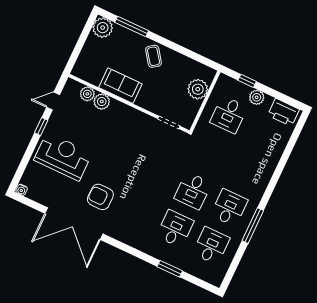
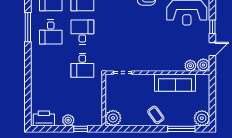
sofa: (120, 86) -> (175, 83), width x1.36
plant: (198, 89) -> (113, 118), moved
plant: (102, 102) -> (203, 65), moved
desk: (229, 115) -> (82, 65), moved, turned 180

